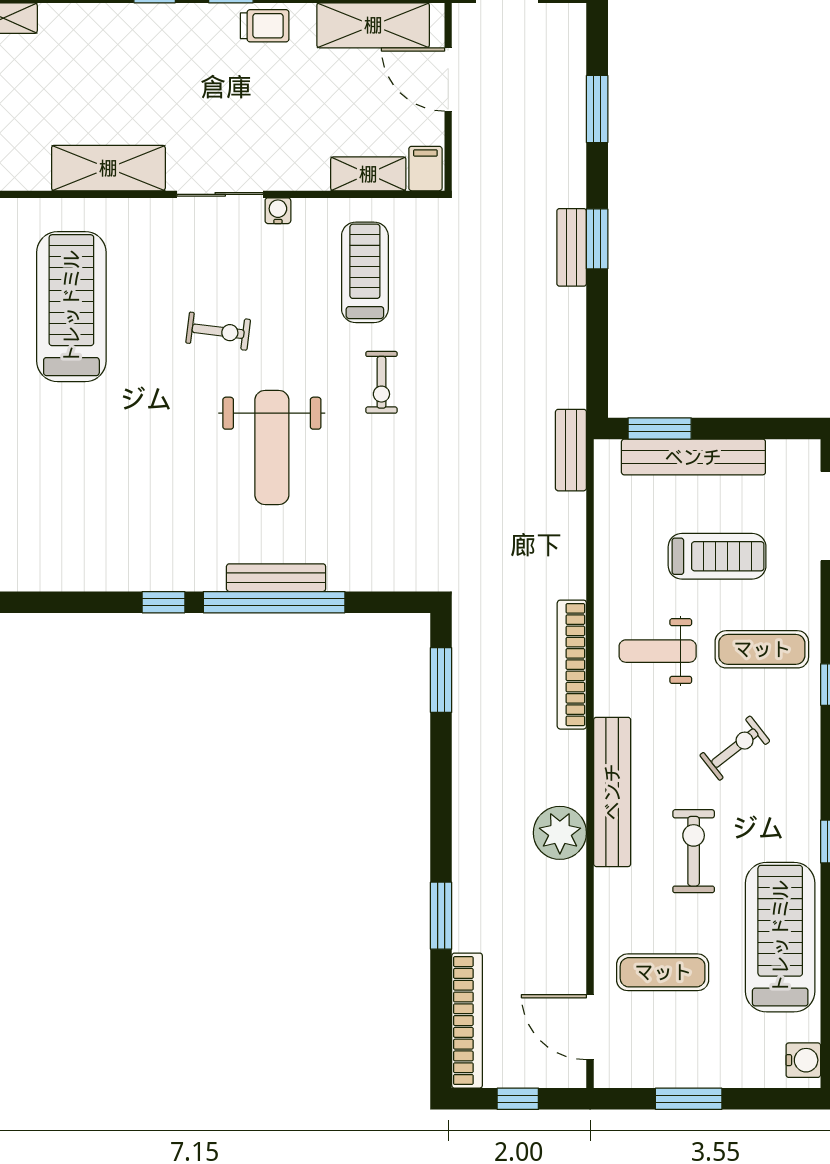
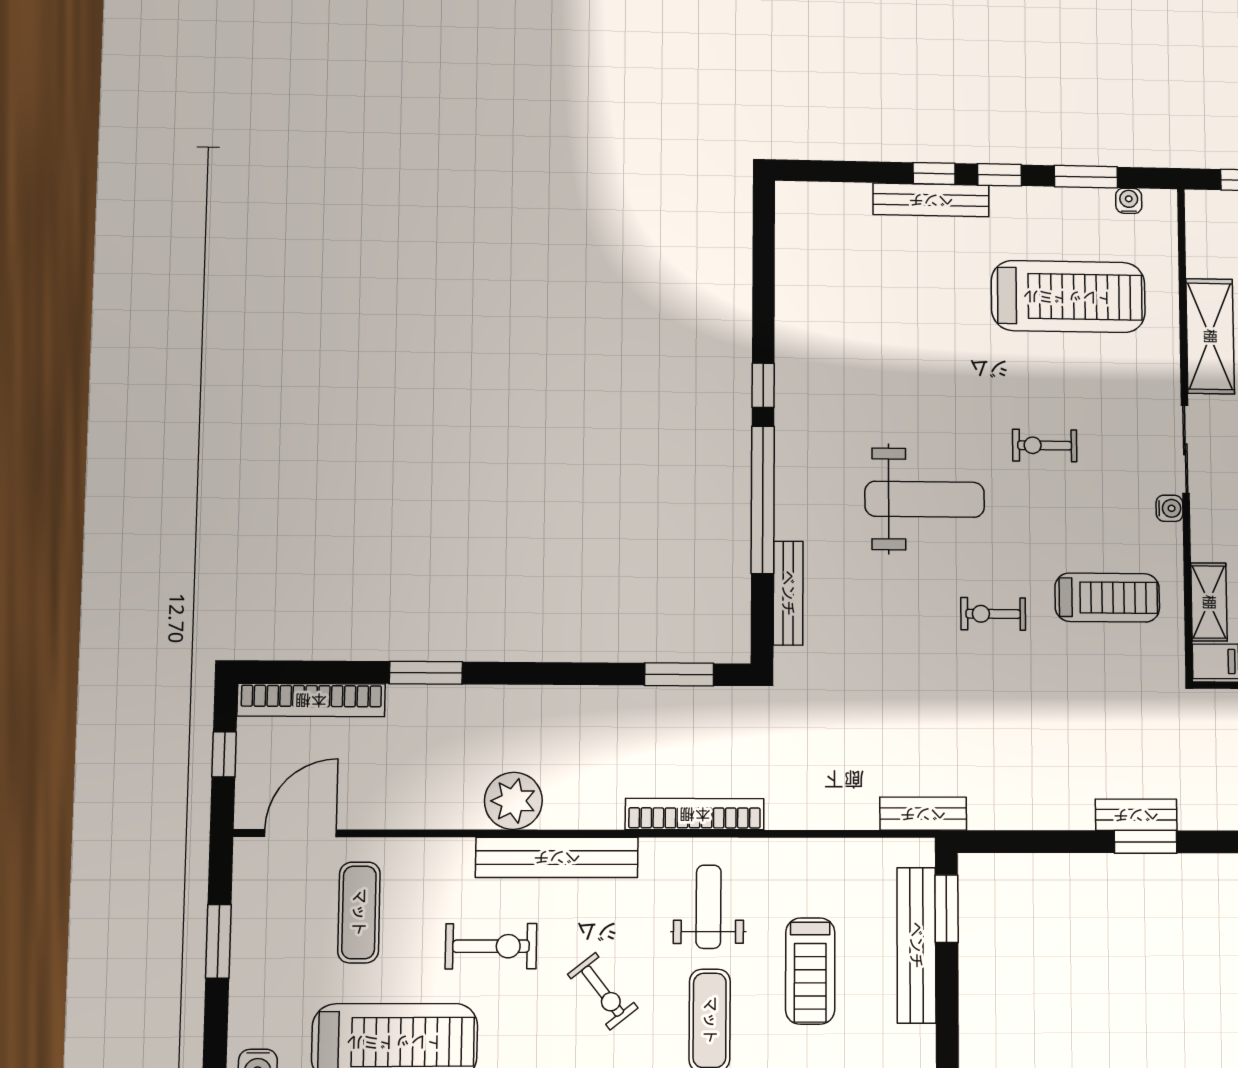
exercise bike: (218, 331) -> (1045, 445), turned 83
weight bench: (272, 447) -> (925, 499), turned 180
bench: (276, 578) -> (788, 593), moved

